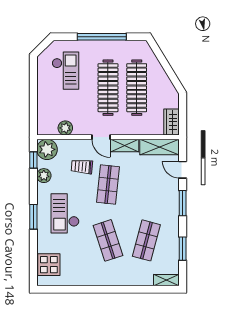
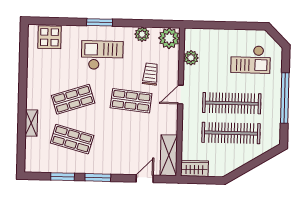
shelving: (125, 146) -> (171, 119), removed
window: (33, 160) -> (159, 24), removed
window: (183, 203) -> (98, 177), moved
shelving: (166, 280) -> (31, 123), moved

